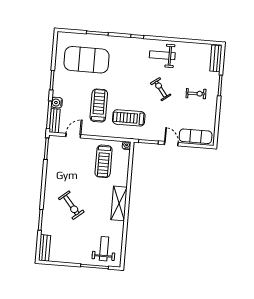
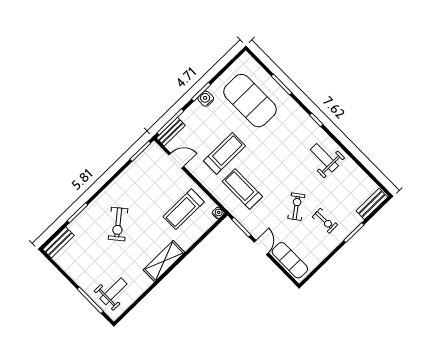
exercise bike: (161, 89) -> (296, 207), moved
water cooler: (57, 103) -> (206, 99), moved

